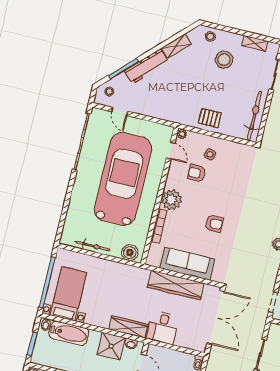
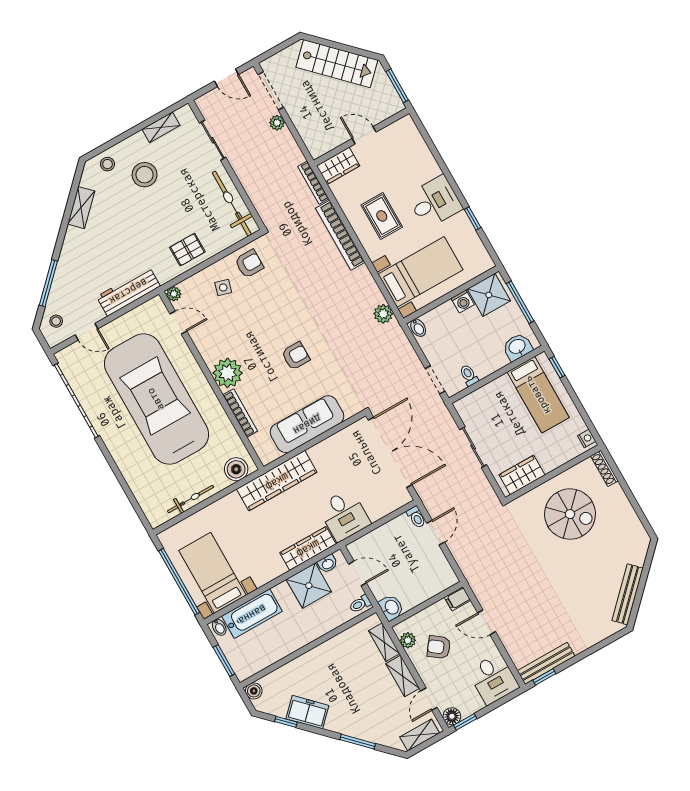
workbench: (146, 66) -> (128, 291), moved, turned -135
armchair: (197, 173) -> (249, 264), moved, turned 180
wardrobe: (176, 285) -> (277, 481), moved

